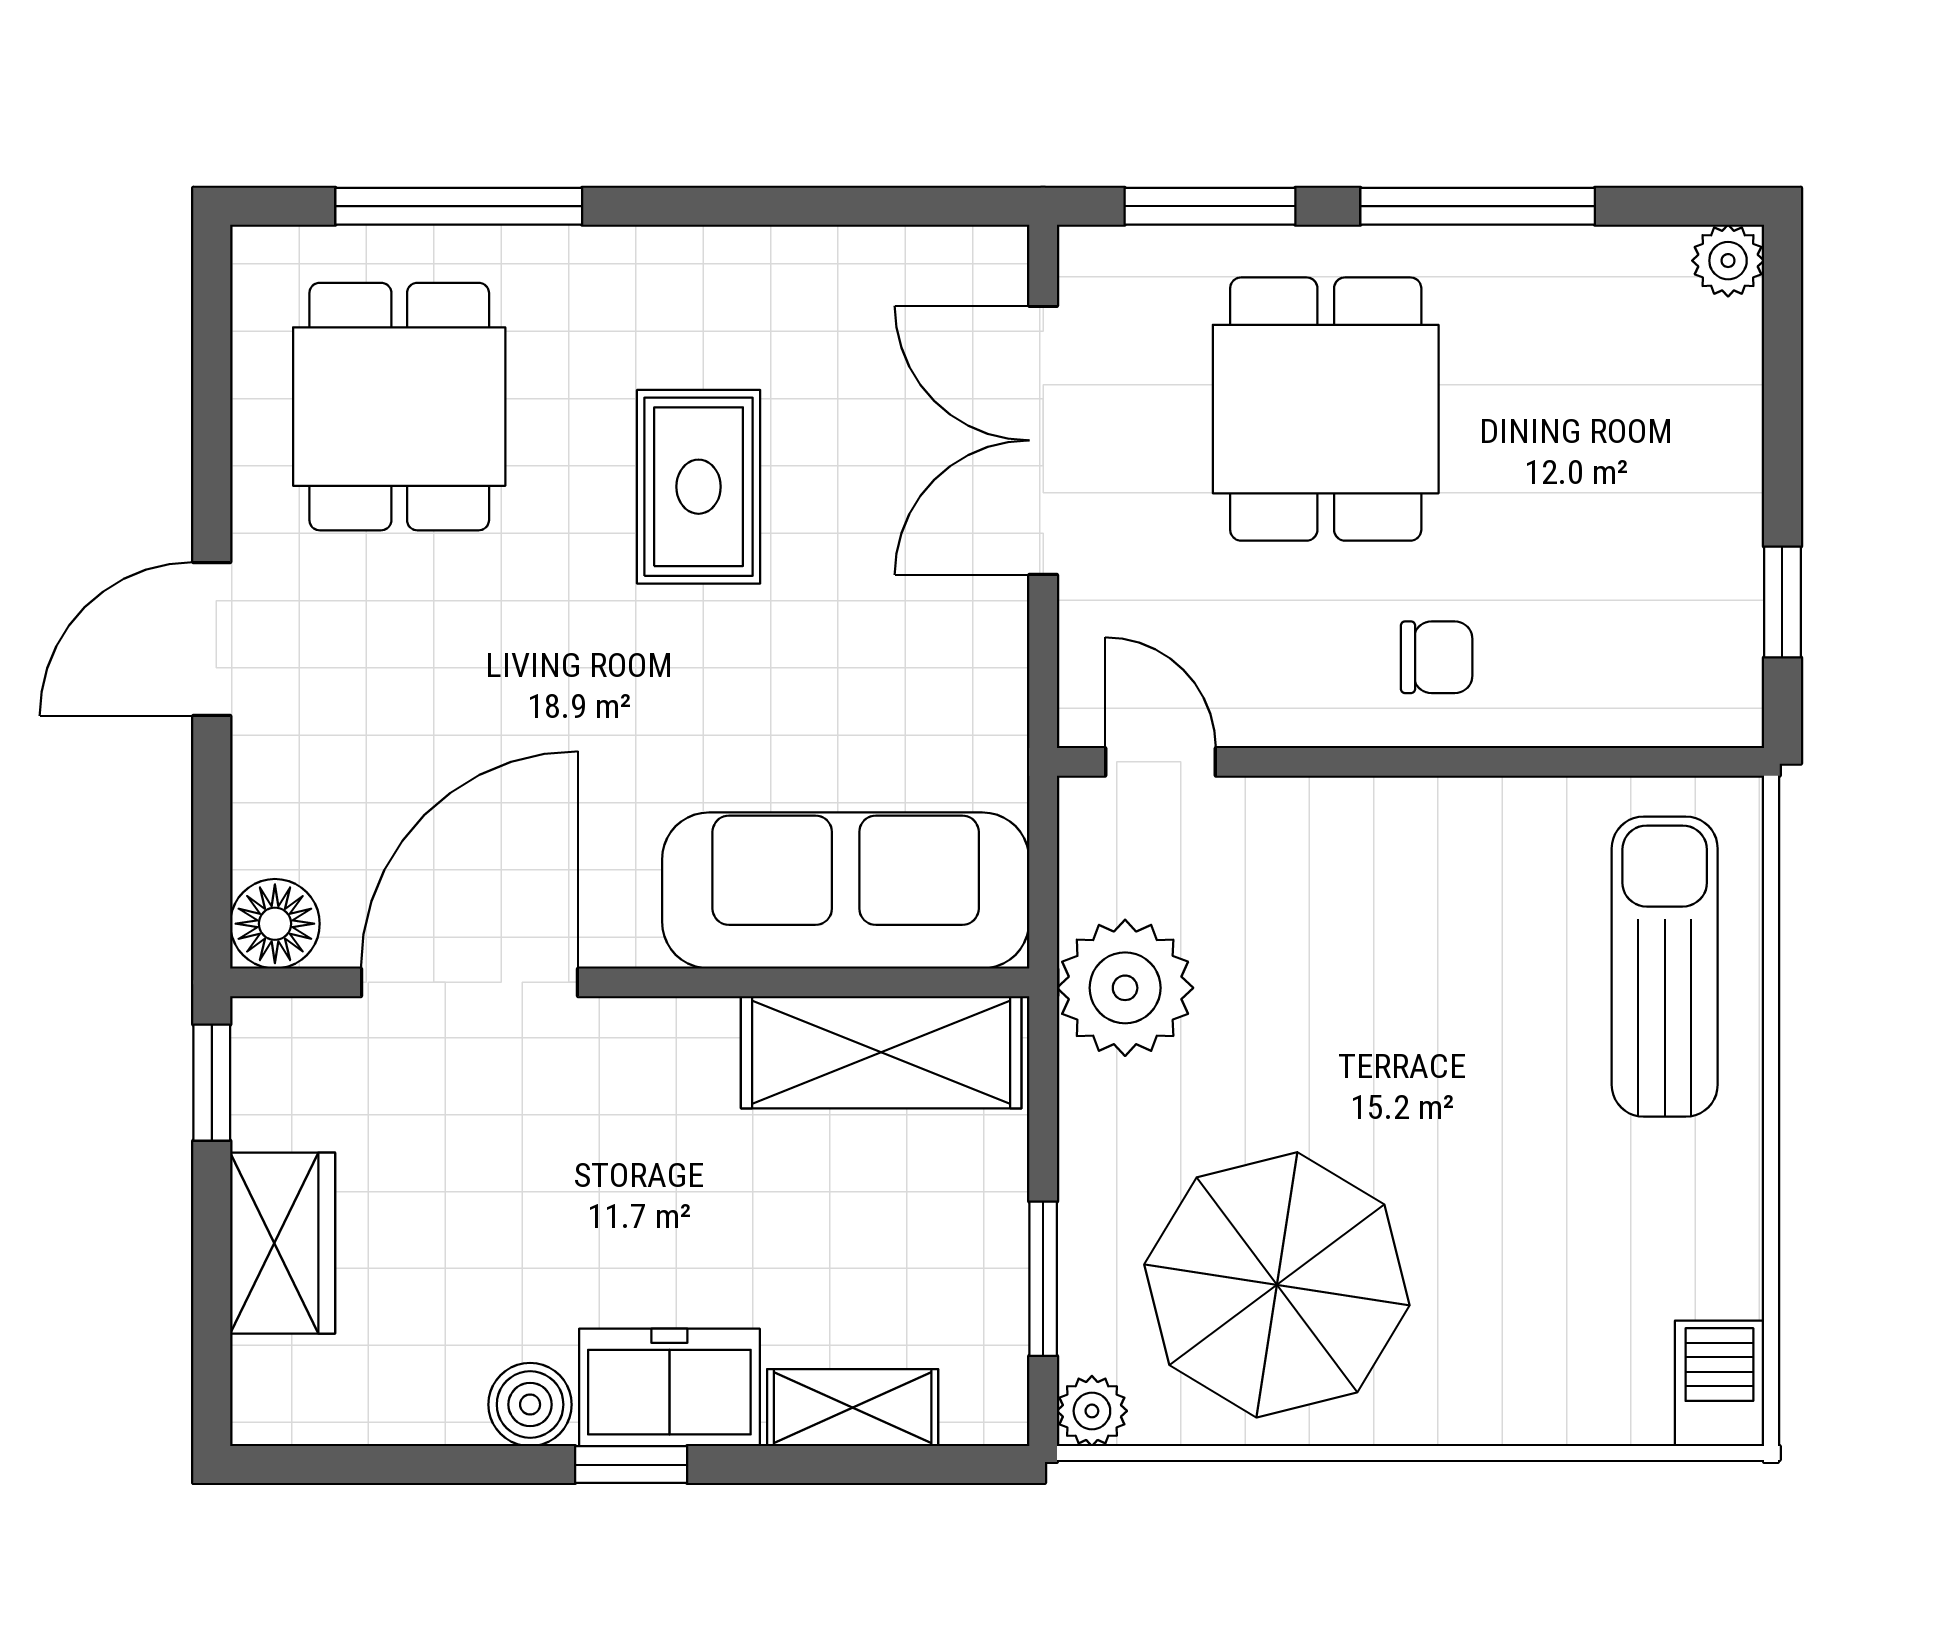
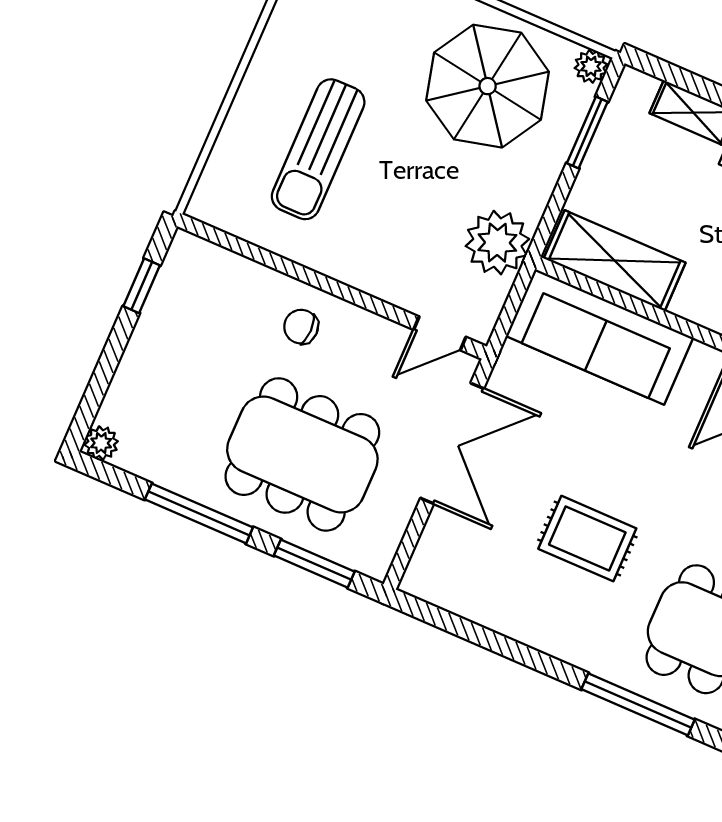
dining table: (1326, 409) -> (302, 454), width x1.38
double door: (1043, 440) -> (452, 443), moved
rug: (699, 487) -> (587, 539), turned 90
door: (1160, 762) -> (440, 333), hinge flipped
sun lounger: (1665, 967) -> (318, 149), moved

